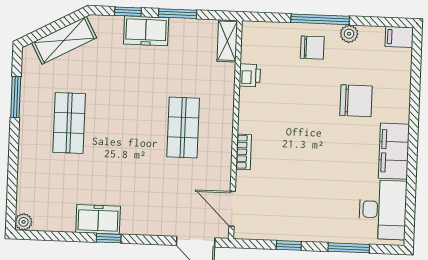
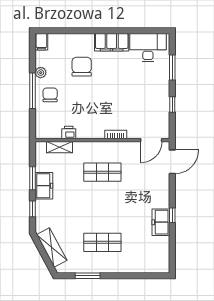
freezer: (146, 31) -> (44, 186), moved
shelving: (227, 41) -> (59, 147), moved
plant: (24, 222) -> (164, 268), removed

